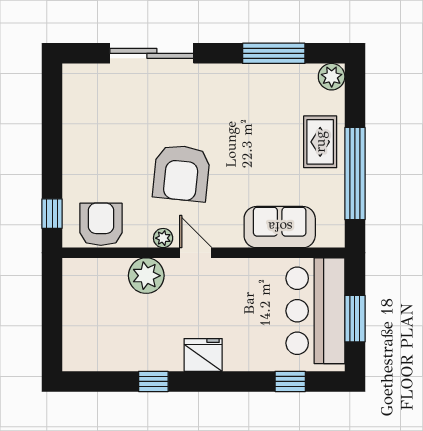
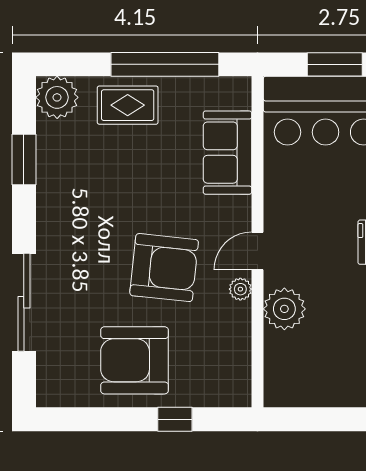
window: (274, 53) -> (24, 160), width x0.69
plant: (332, 77) -> (57, 97), width x1.36, depth x1.36
window: (52, 214) -> (175, 419), moved
armchair: (101, 224) -> (135, 360), moved, width x1.36, depth x1.36

